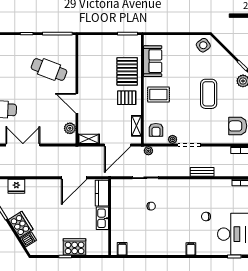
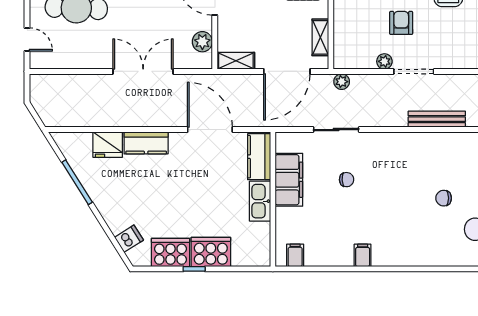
armchair: (156, 130) -> (401, 23), moved, turned 180
double door: (23, 145) -> (143, 71), moved
bench: (202, 172) -> (437, 119), width x1.36
door: (74, 178) -> (210, 130), swing flipped
kitchen counter: (38, 185) -> (146, 143), added
filing cabinet: (119, 206) -> (289, 180), added
cooker: (21, 225) -> (170, 252), moved, turned -58
filing cabinet: (191, 249) -> (363, 255), moved

